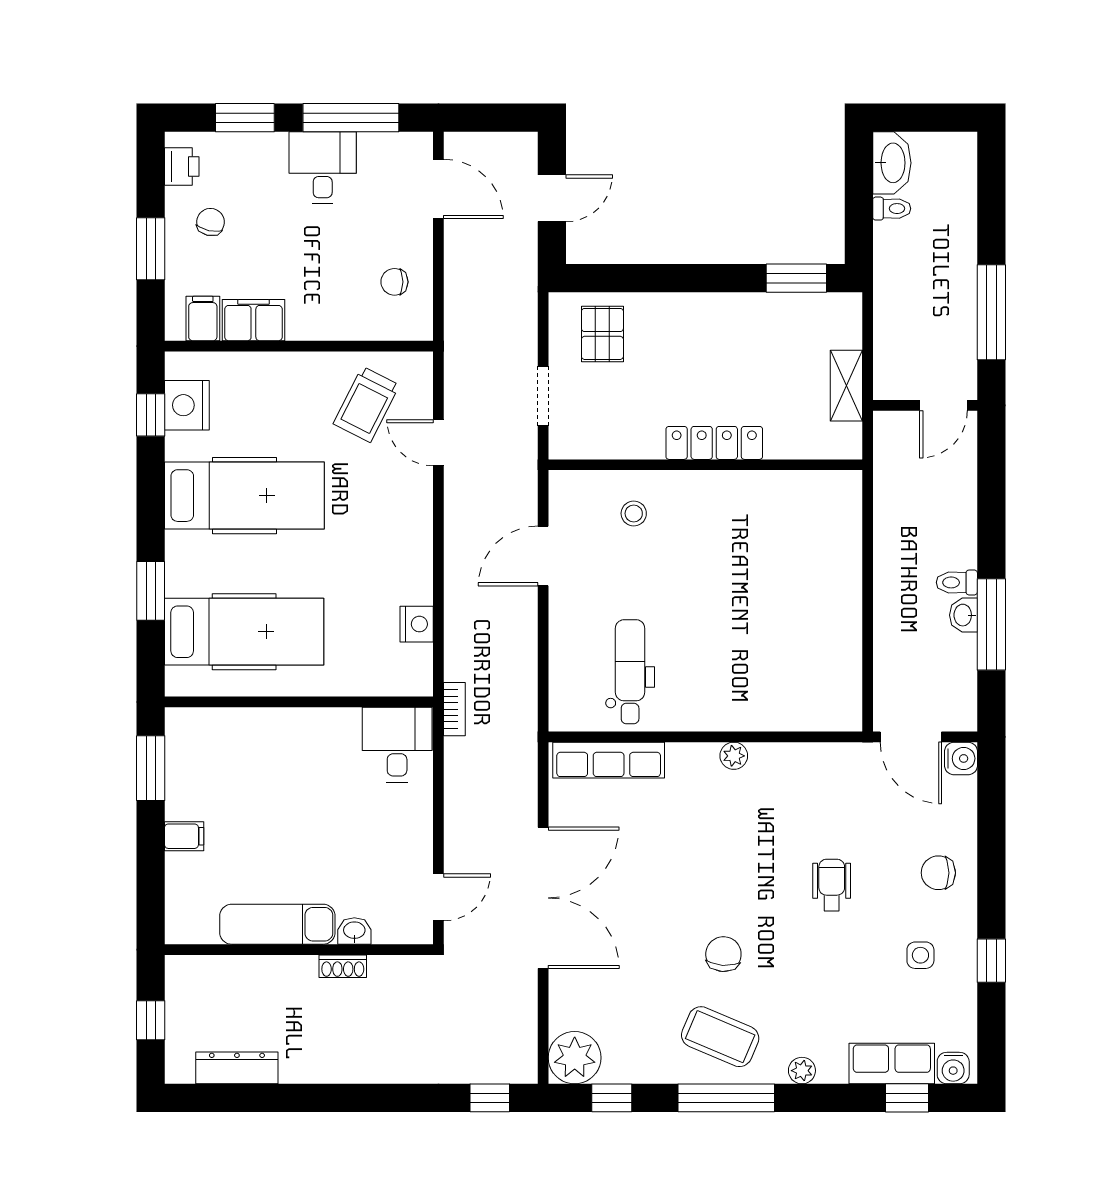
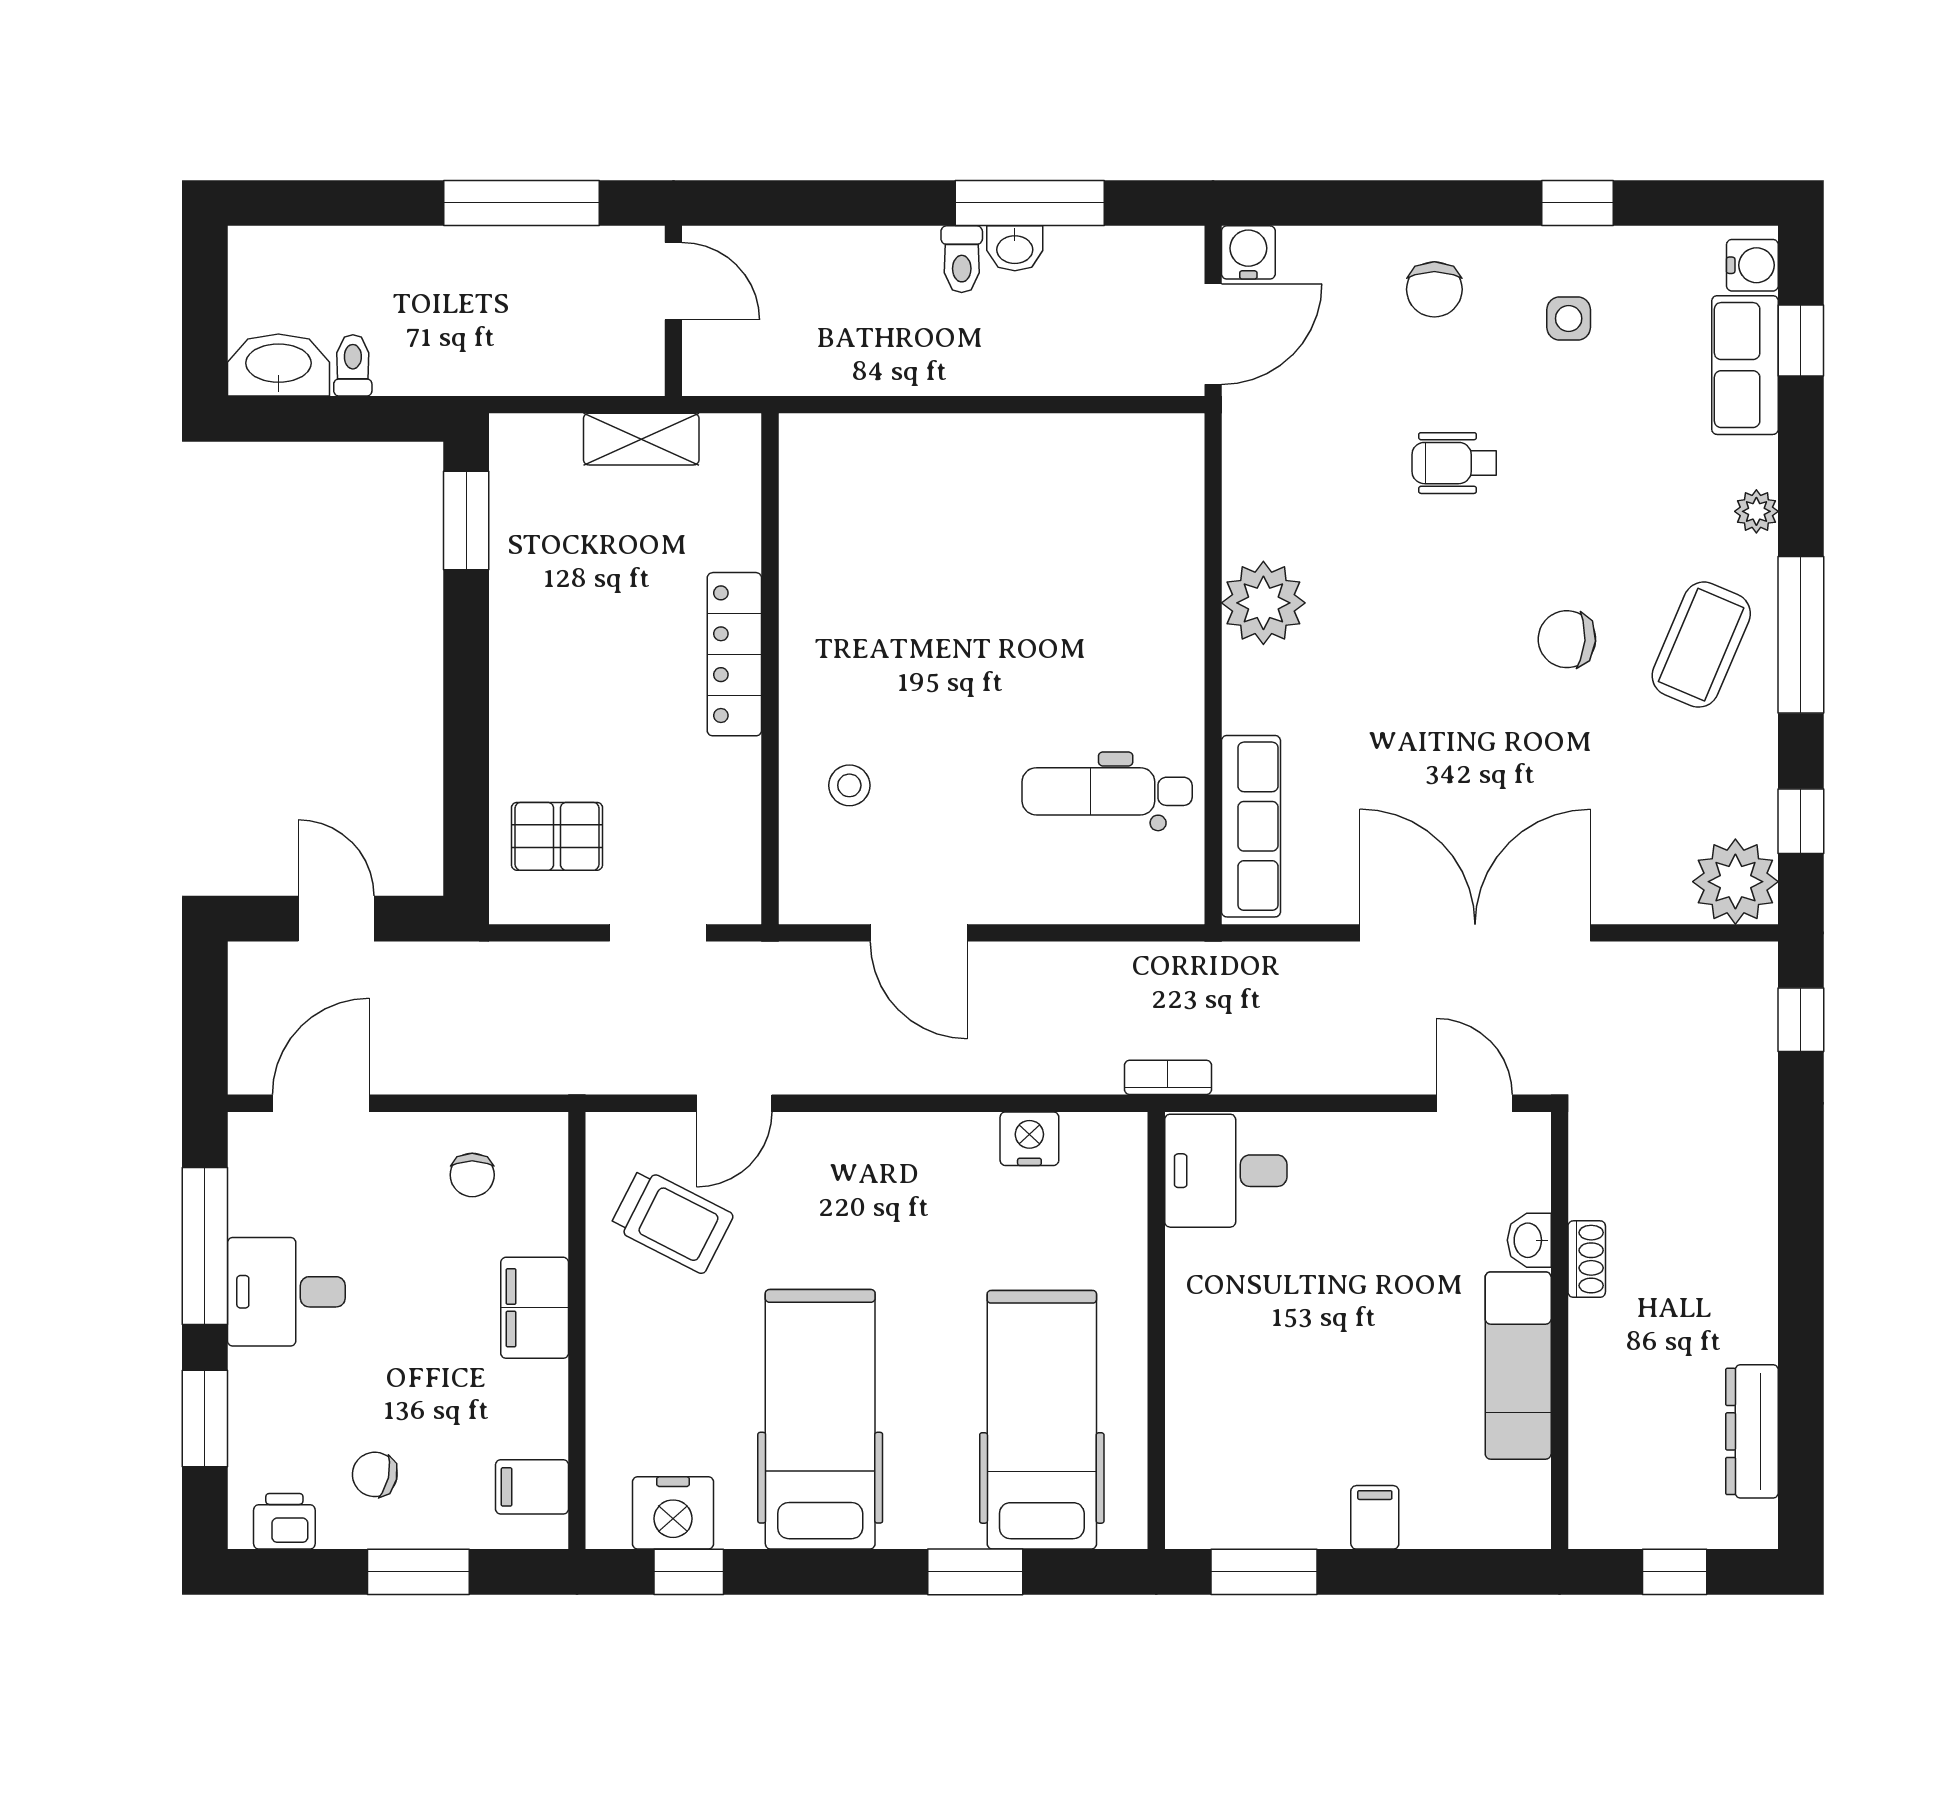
filing cabinet: (253, 320) -> (535, 1308), moved
plant: (734, 756) -> (1263, 603), width x1.88, depth x1.88

